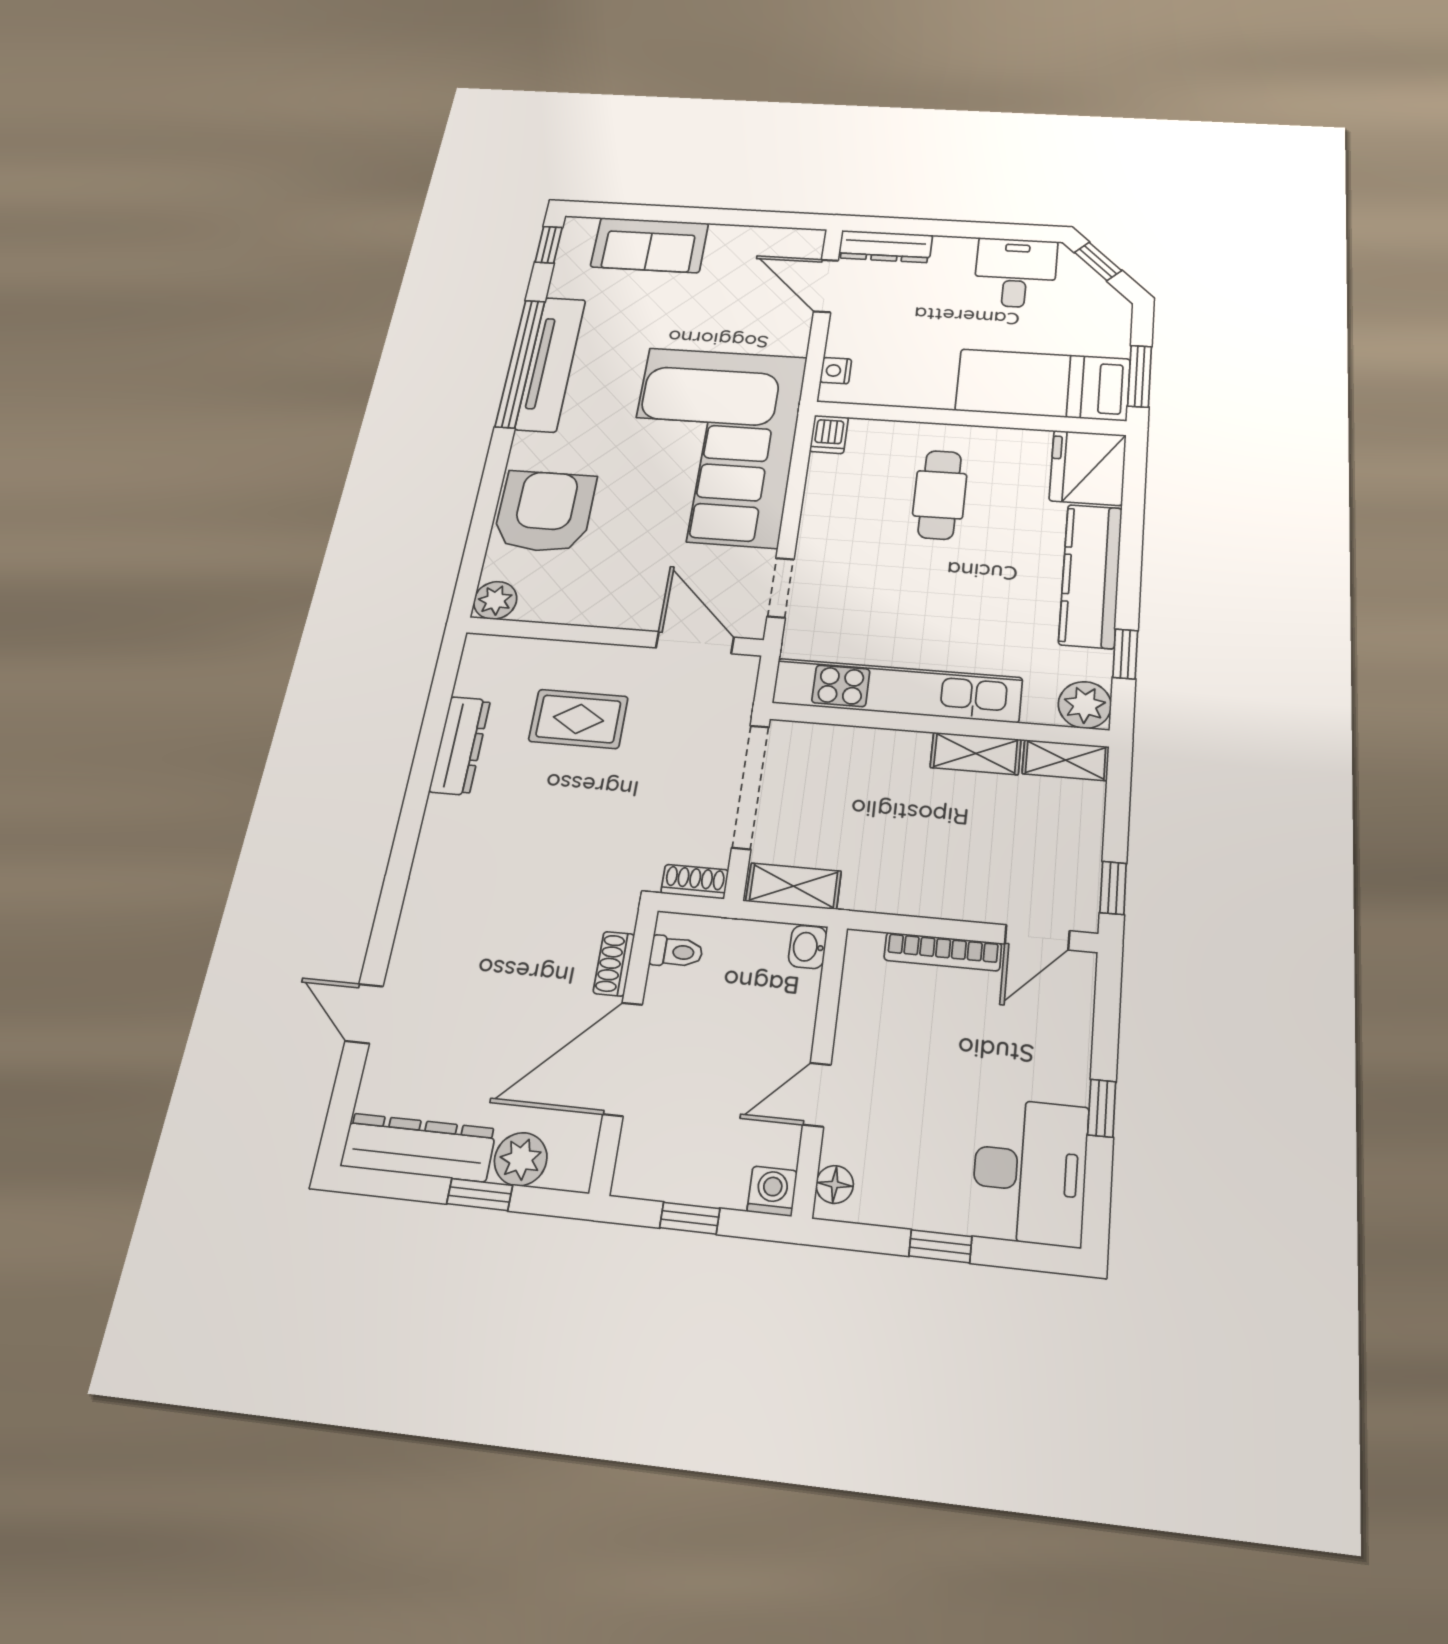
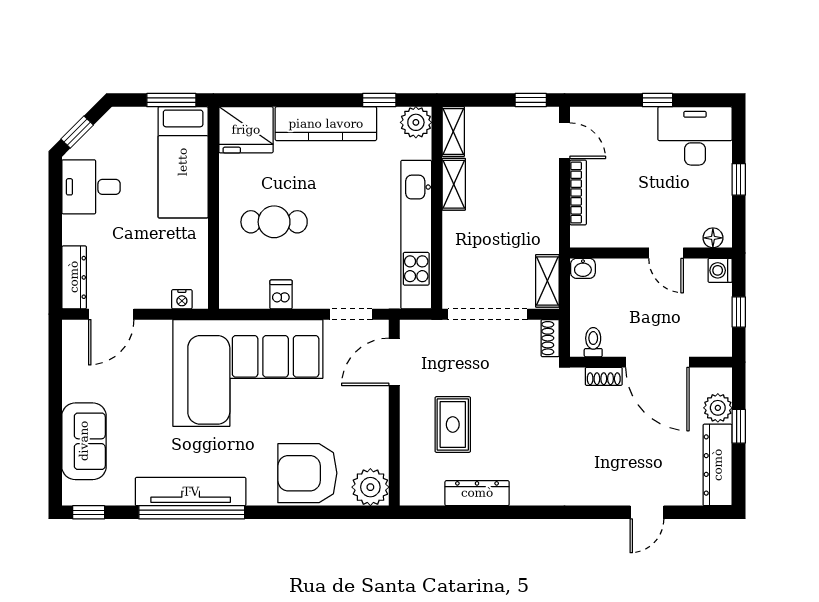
dishwasher: (829, 434) -> (281, 294), moved, turned -90
plant: (495, 600) -> (370, 487), width x1.36, depth x1.36

